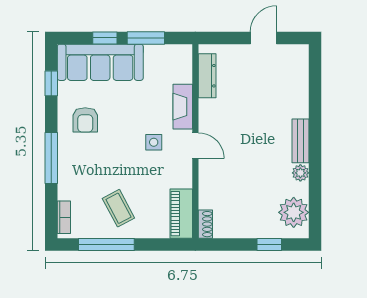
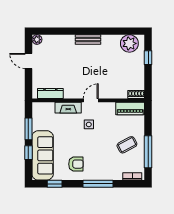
plant: (300, 173) -> (37, 40), moved

